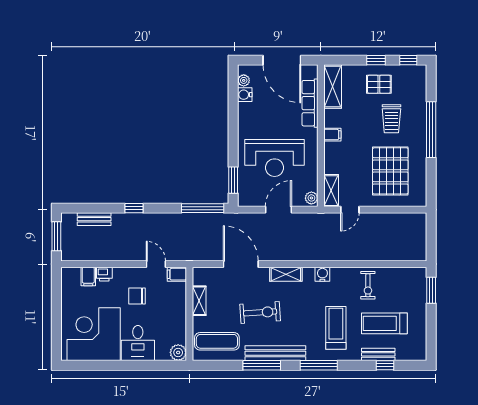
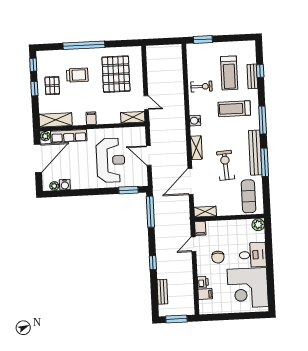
pallet: (390, 171) -> (116, 74), turned 90
plant: (311, 198) -> (45, 136), moved
shelving: (199, 301) -> (205, 212), moved

